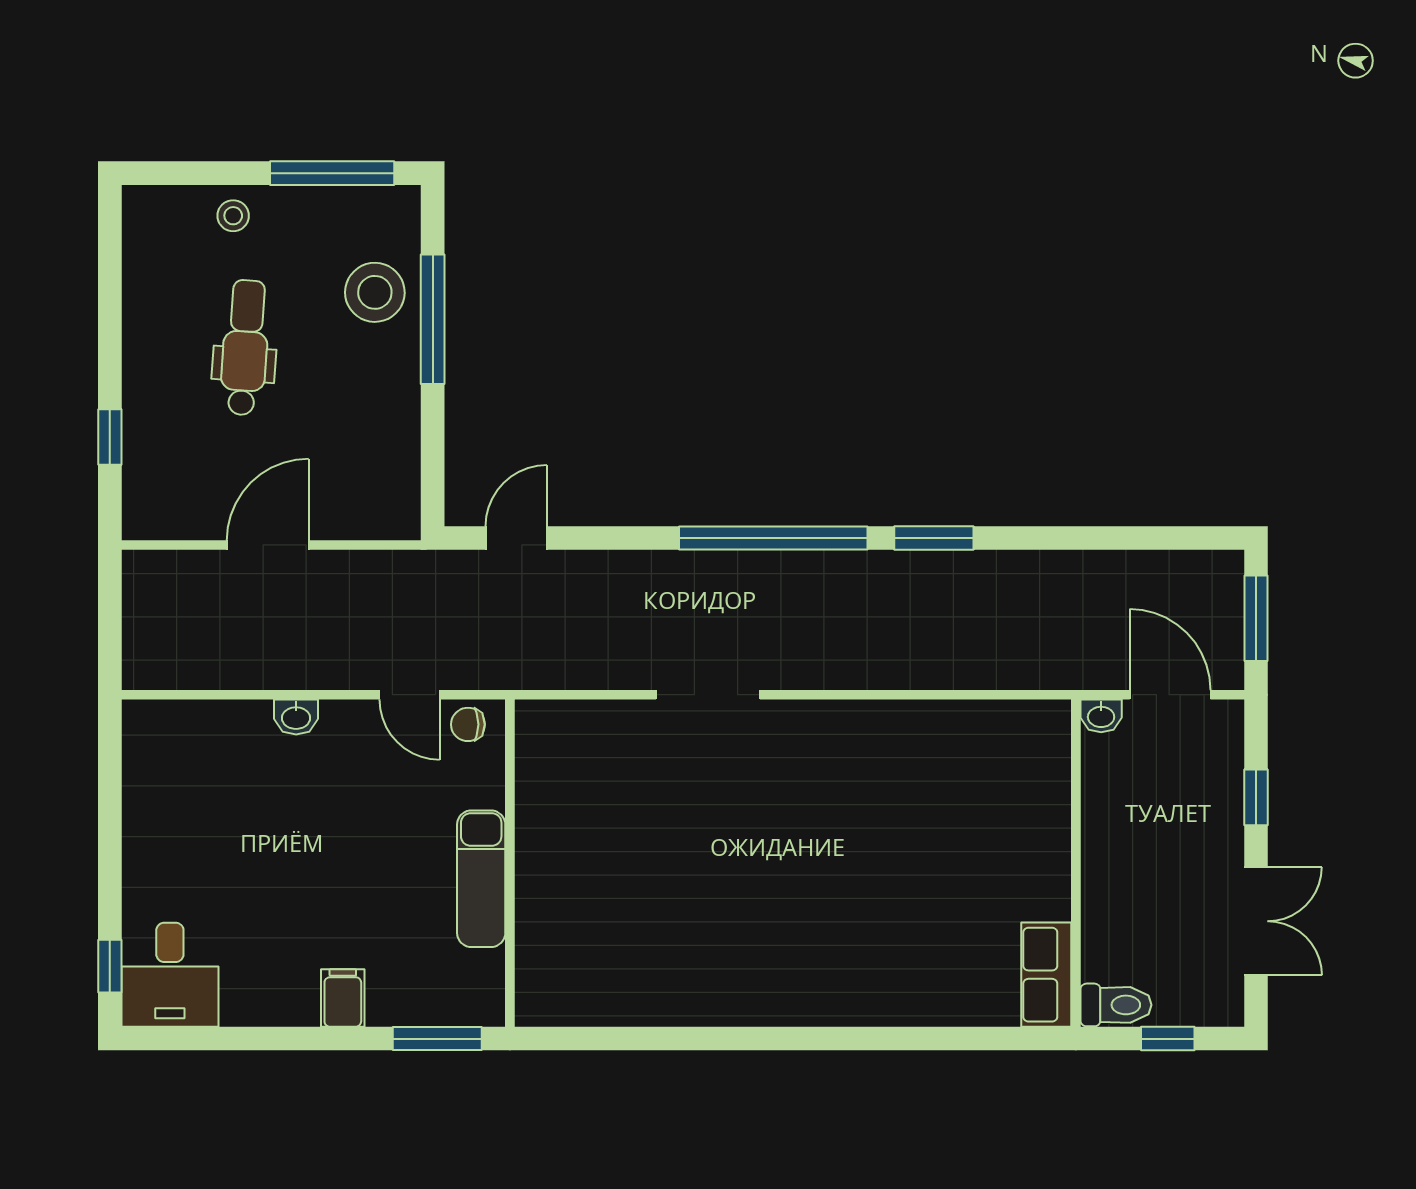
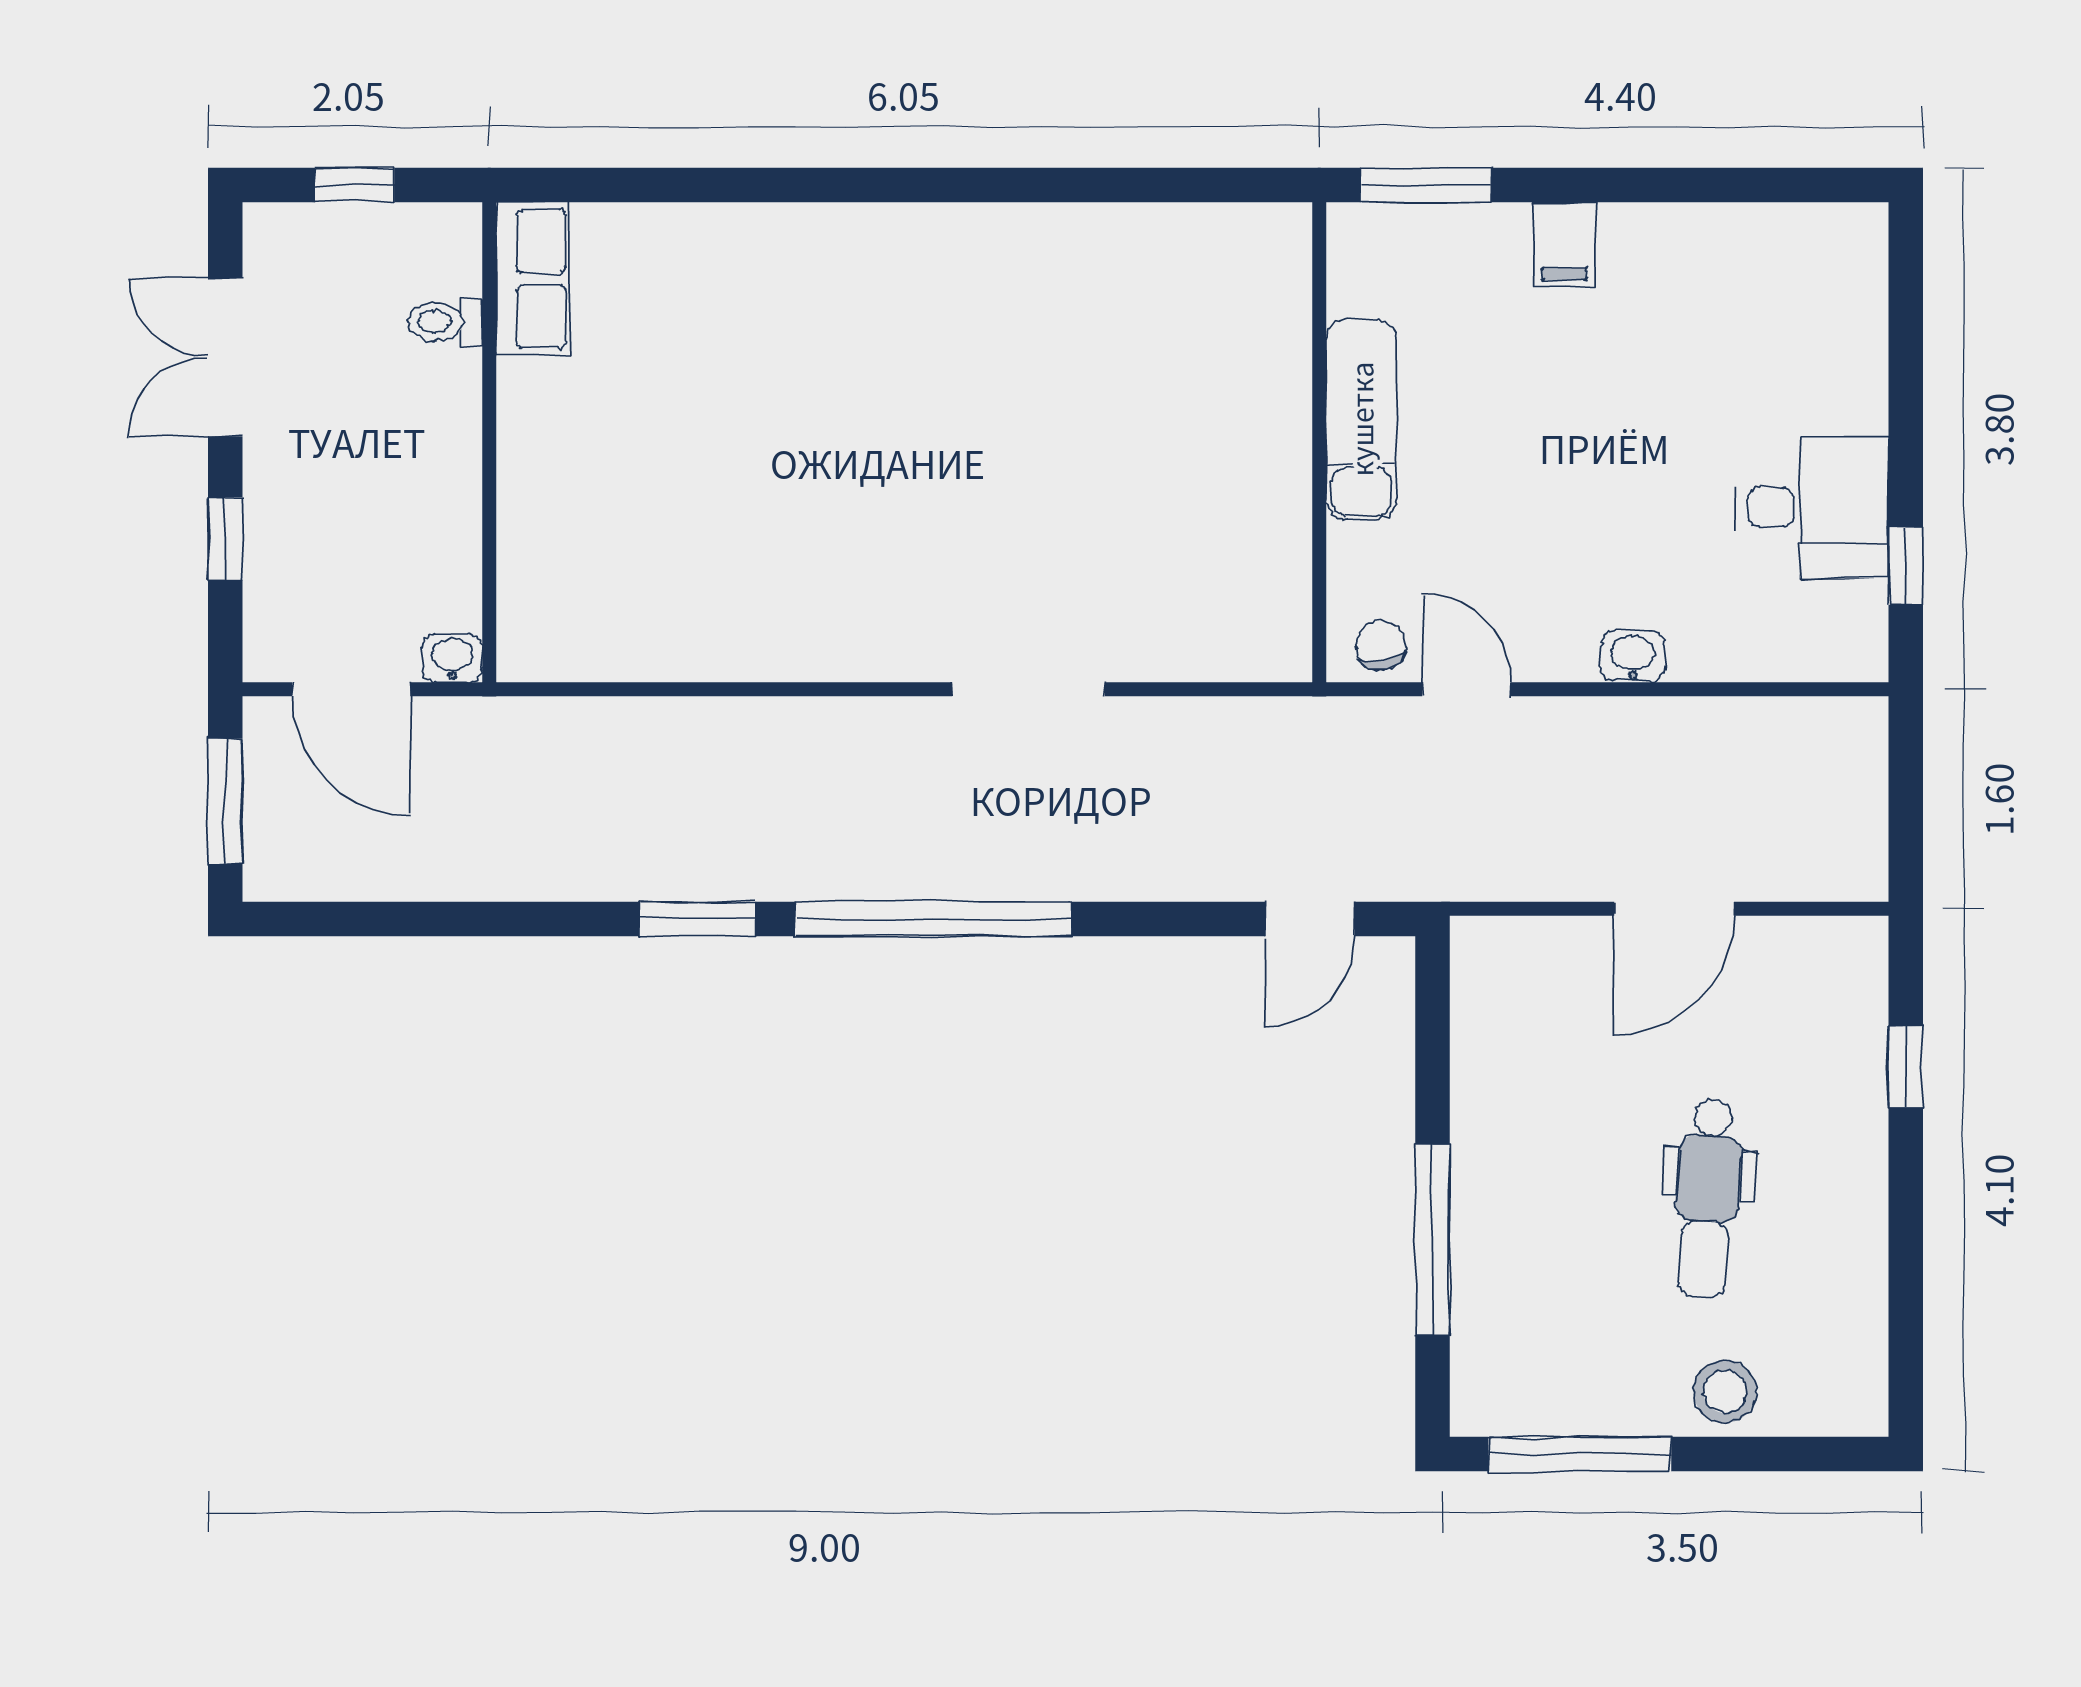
stool: (233, 216) -> (1725, 1391), width x1.37, depth x1.37
stool: (375, 292) -> (1517, 1279), removed
chair: (468, 724) -> (1381, 646), turned -100
window: (110, 966) -> (1906, 566), moved
desk: (170, 975) -> (1812, 507), moved, turned 90
toilet: (1116, 1005) -> (445, 322), moved, width x0.73, depth x0.72

